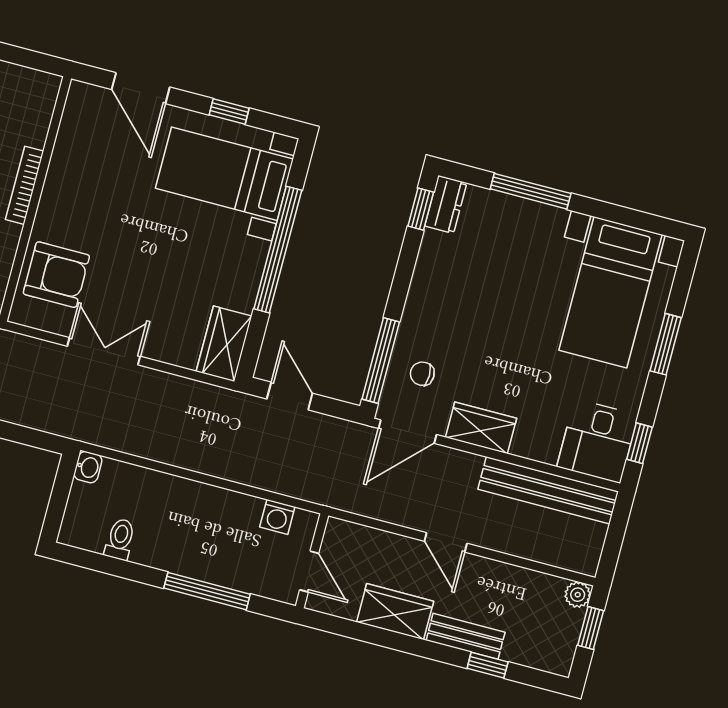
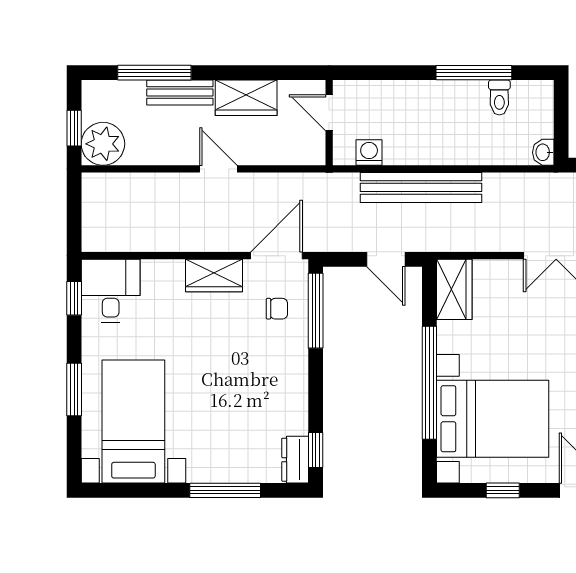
bed with nightstands: (224, 174) -> (493, 419), width x1.36
bench: (548, 490) -> (421, 187), moved
window: (207, 591) -> (474, 73), moved
plant: (578, 595) -> (103, 144), width x1.87, depth x1.87
window: (488, 665) -> (154, 73), width x2.17

